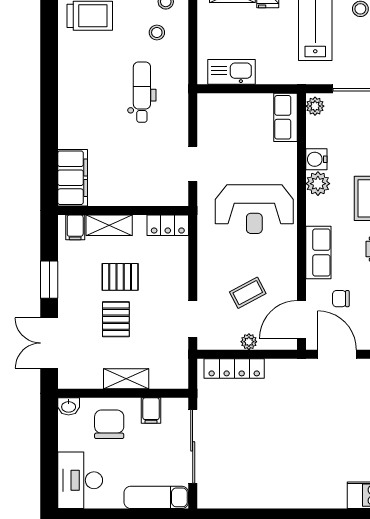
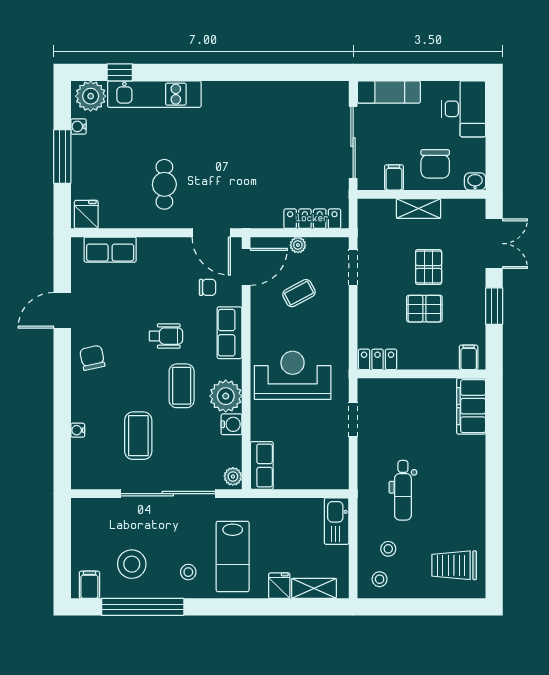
kitchen sink: (231, 72) -> (337, 521), moved, turned 90
plant: (318, 184) -> (226, 396), width x1.36, depth x1.36
shelving: (109, 225) -> (435, 359), removed

